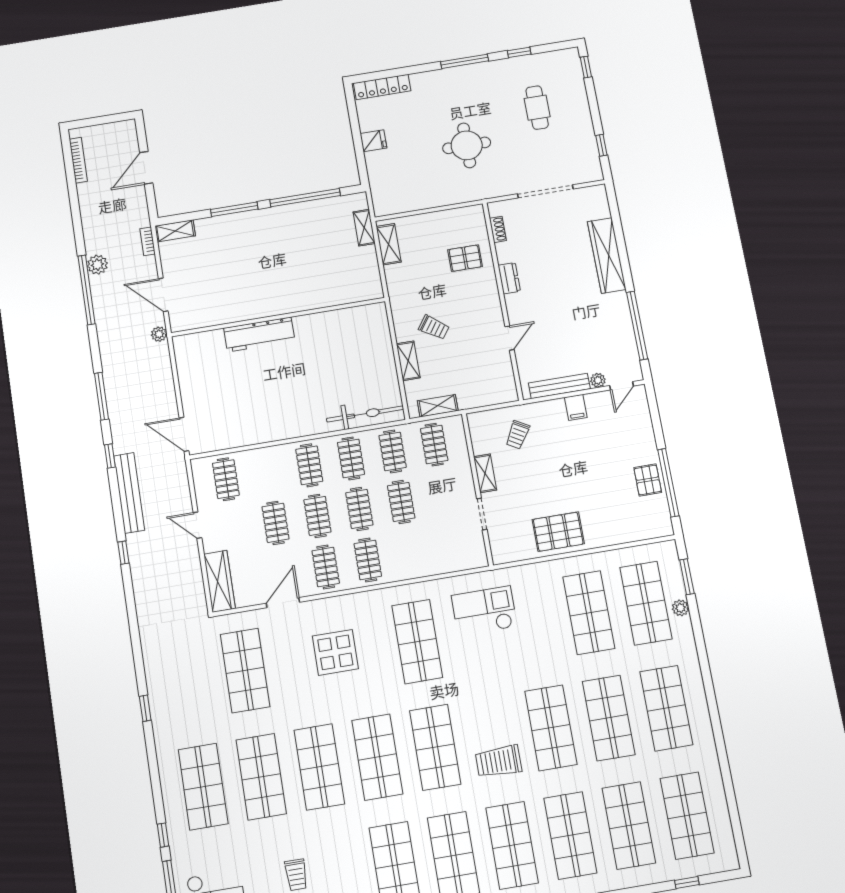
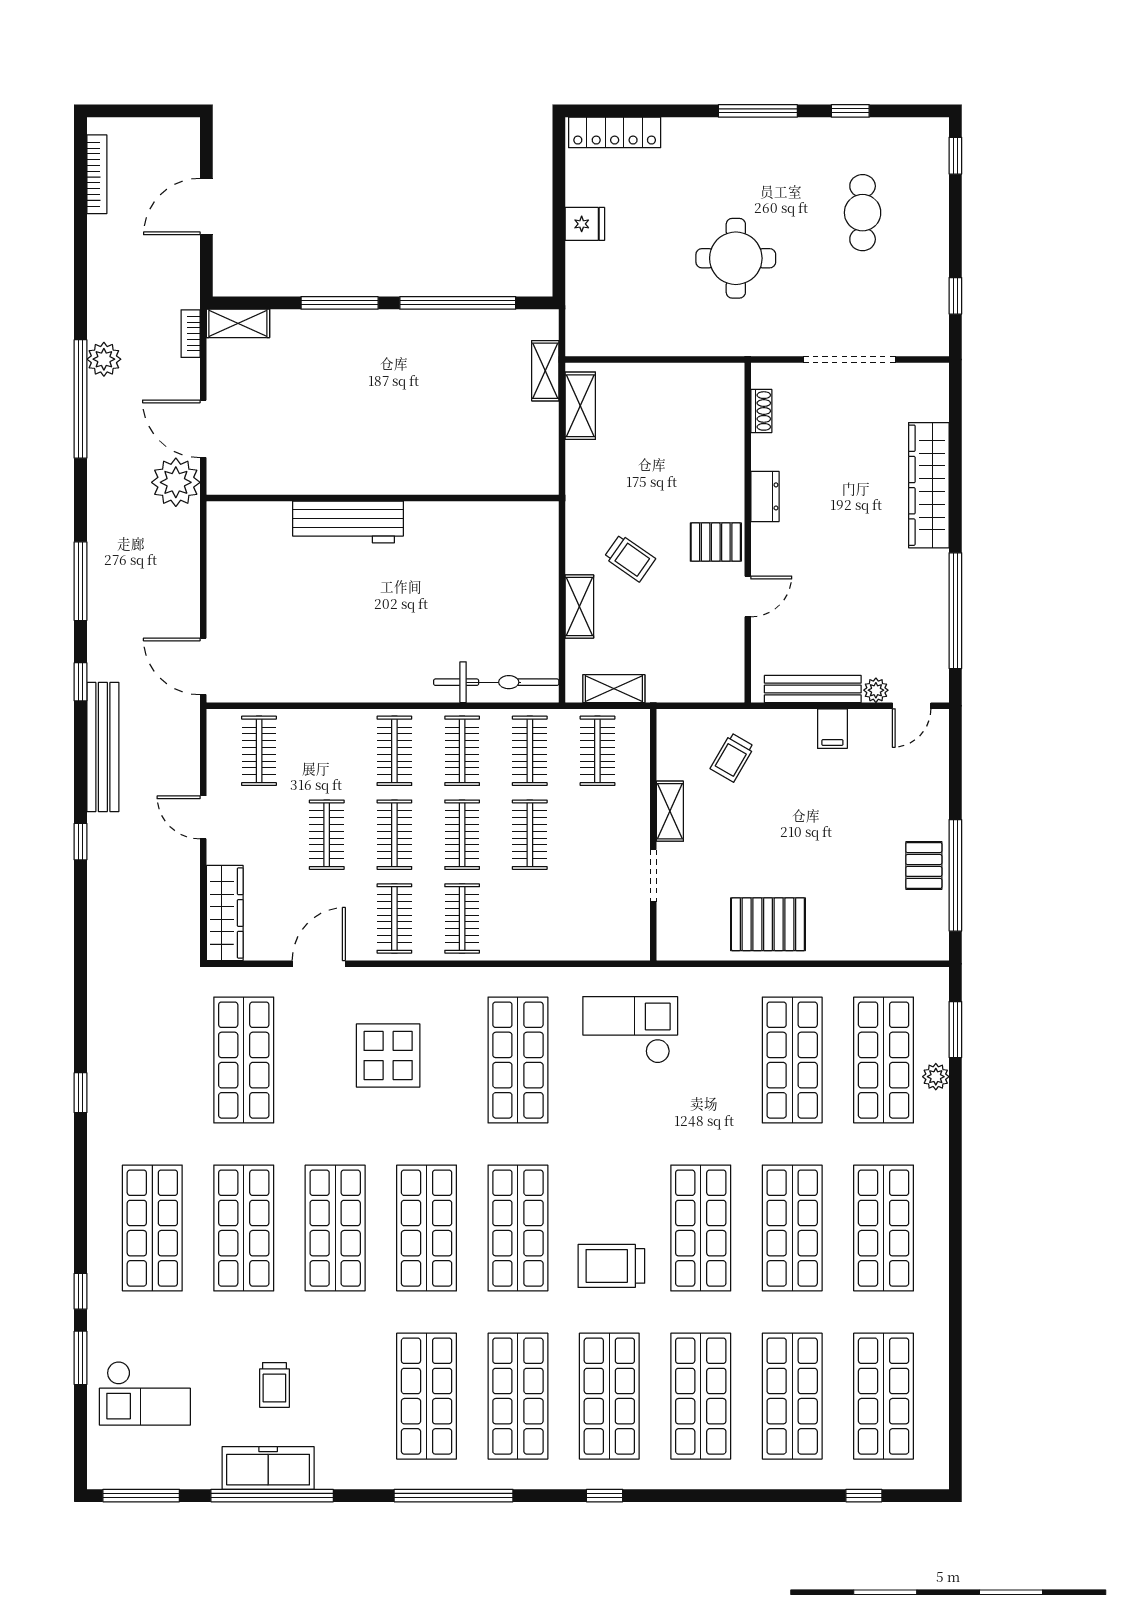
pallet: (465, 258) -> (716, 542), moved
plant: (159, 334) -> (176, 482), width x1.87, depth x1.87

